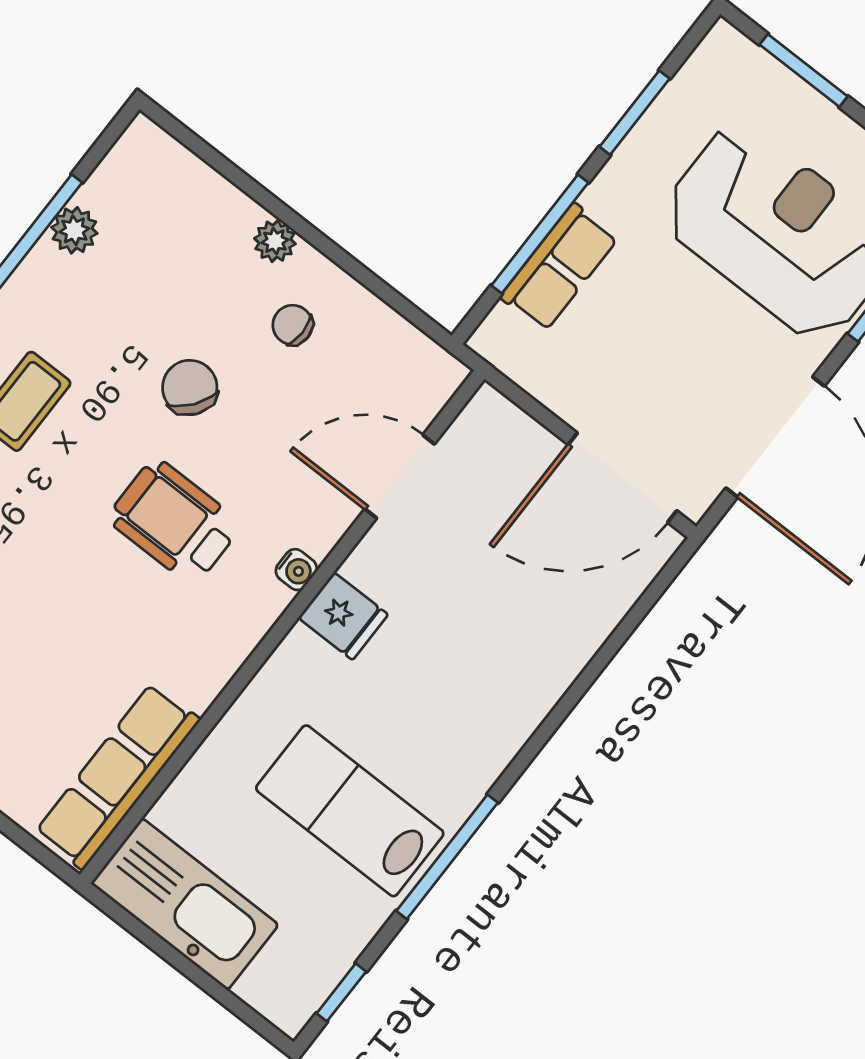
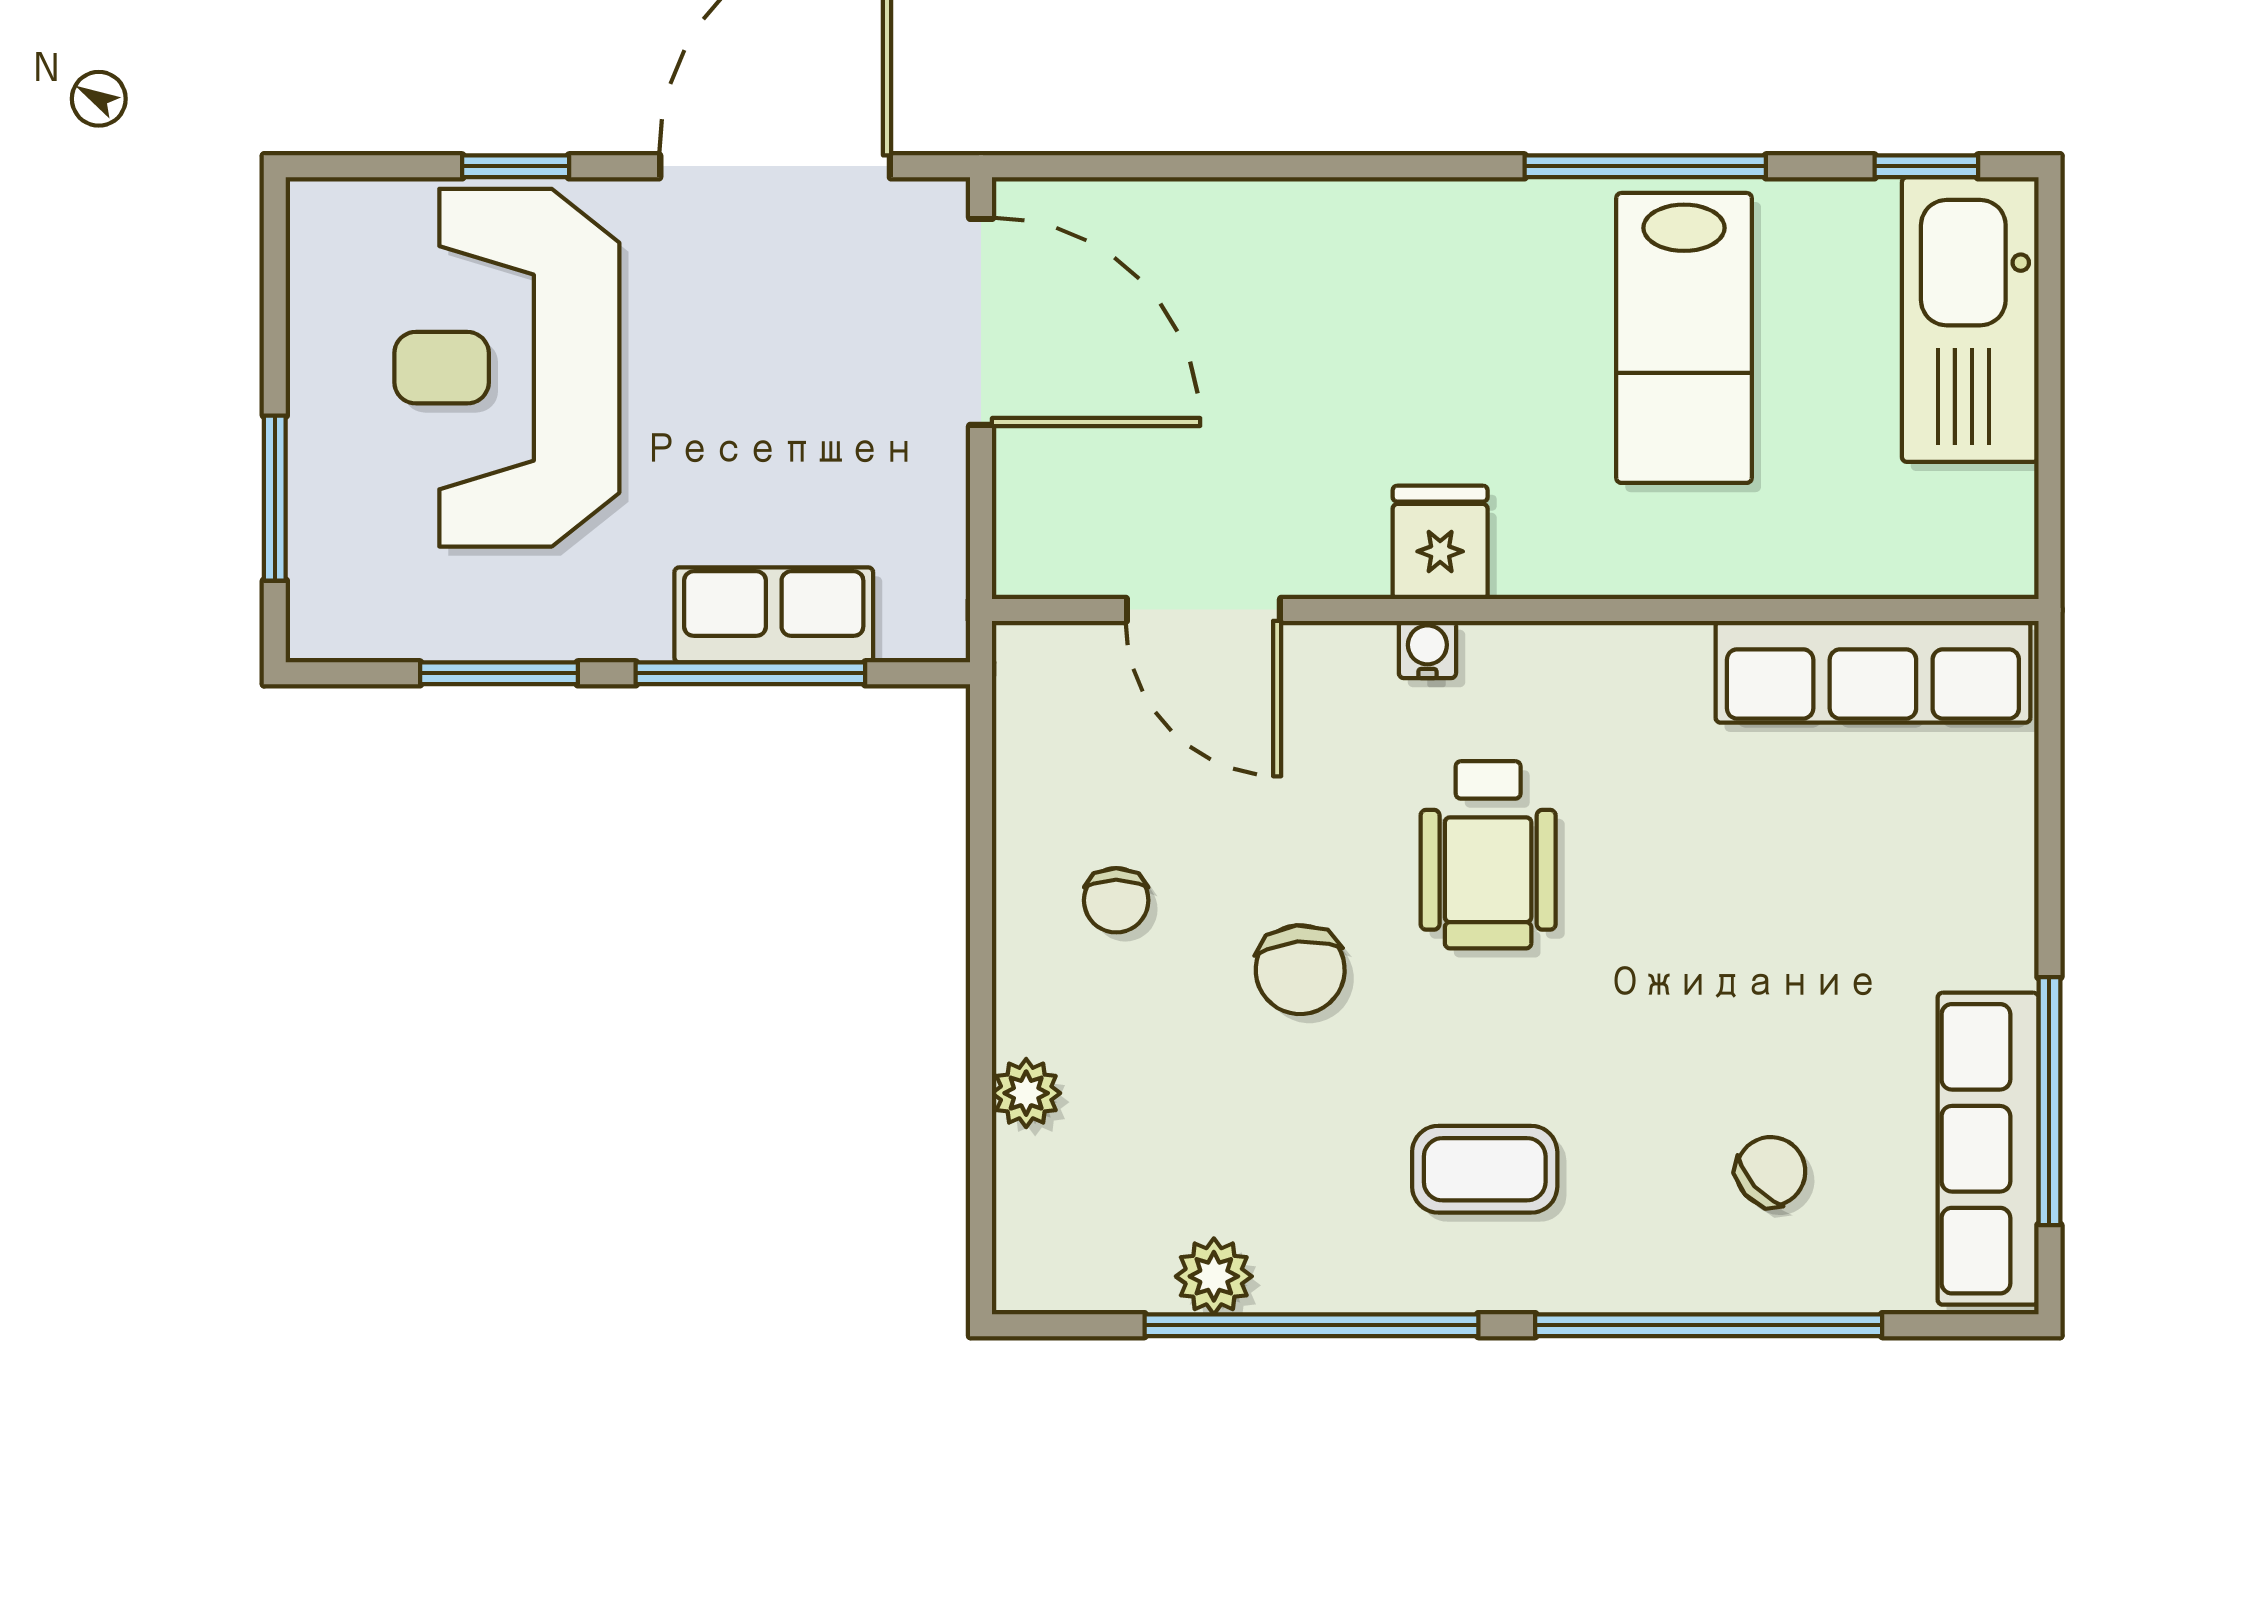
plant: (275, 241) -> (1026, 1093), moved
chair: (190, 388) -> (1300, 970), turned -42
kitchen sink: (185, 904) -> (1970, 320), moved

